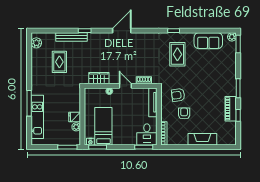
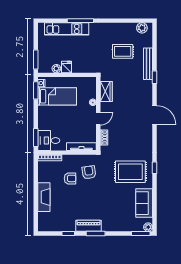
rug: (177, 54) -> (130, 172), width x1.36, depth x1.43
piano: (231, 109) -> (89, 226), moved

